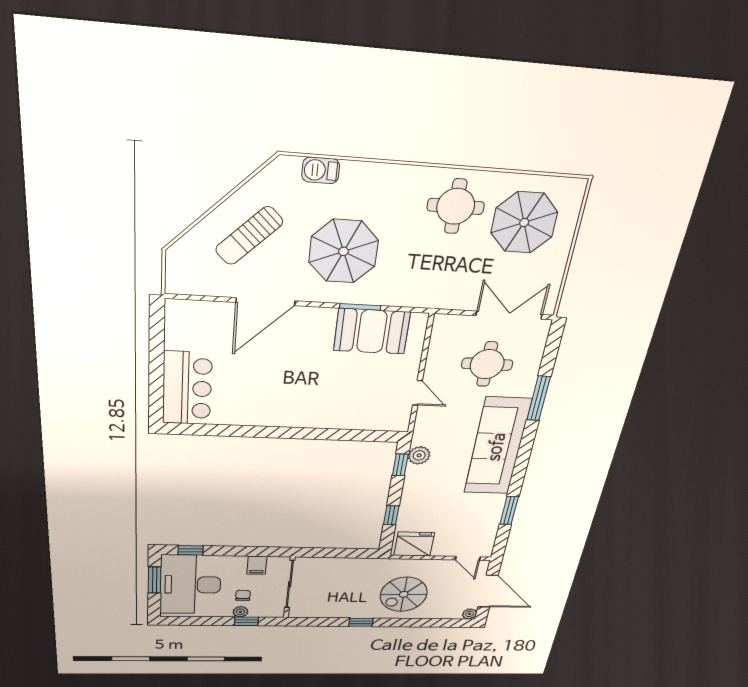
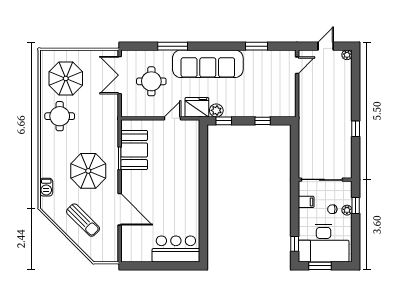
fridge: (414, 544) -> (197, 107), moved, turned 90
door: (488, 591) -> (326, 46), width x0.53
spiral stairs: (404, 594) -> (330, 103), removed

